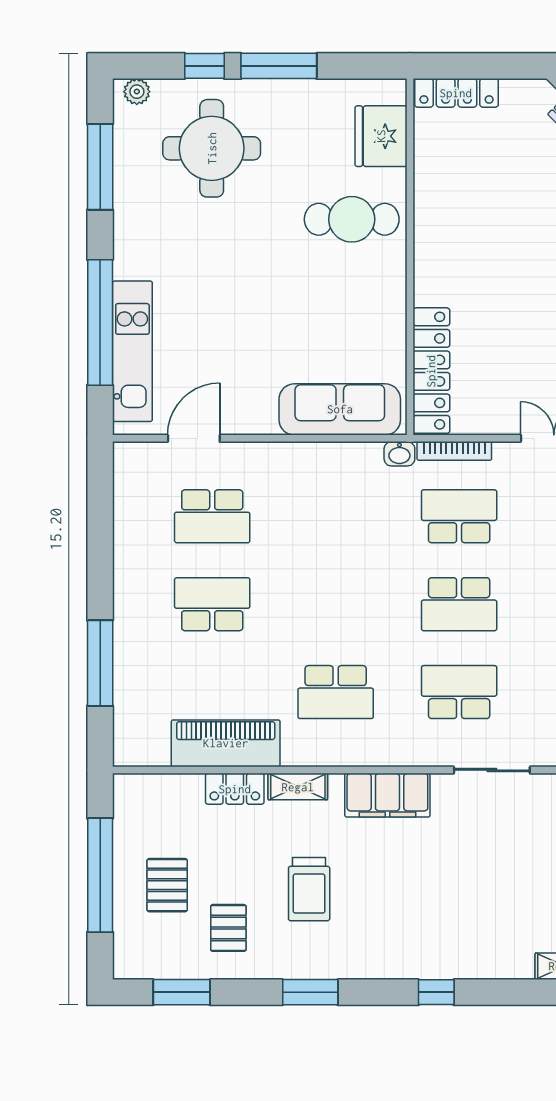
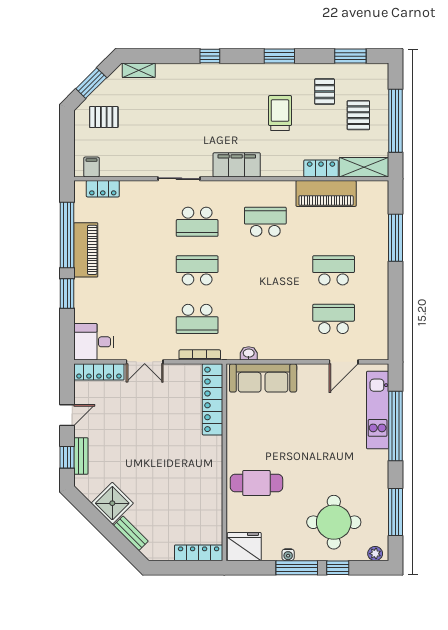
water cooler: (294, 89) -> (288, 555), added
fridge: (381, 136) -> (244, 547), moved, turned -90
washbasin: (399, 454) -> (249, 353), moved
school desk: (212, 604) -> (334, 270), turned 180
shelving: (298, 787) -> (364, 167), moved, width x1.50, depth x1.33

